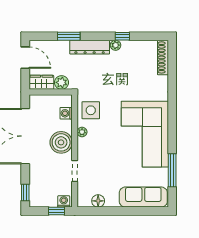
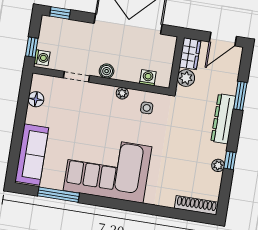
plant: (116, 45) -> (218, 165), moved
side table: (91, 110) -> (147, 108), width x0.54, depth x0.54
boiler: (61, 142) -> (107, 71), width x0.54, depth x0.54

